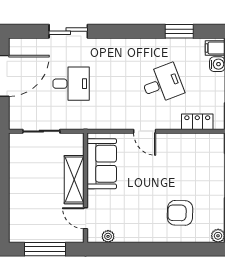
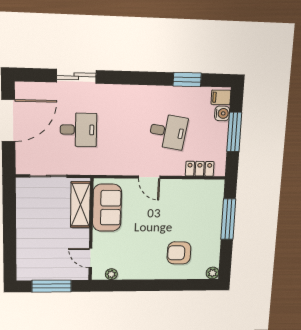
desk: (162, 84) -> (168, 131), turned 30
shelving: (74, 180) -> (80, 205), moved

